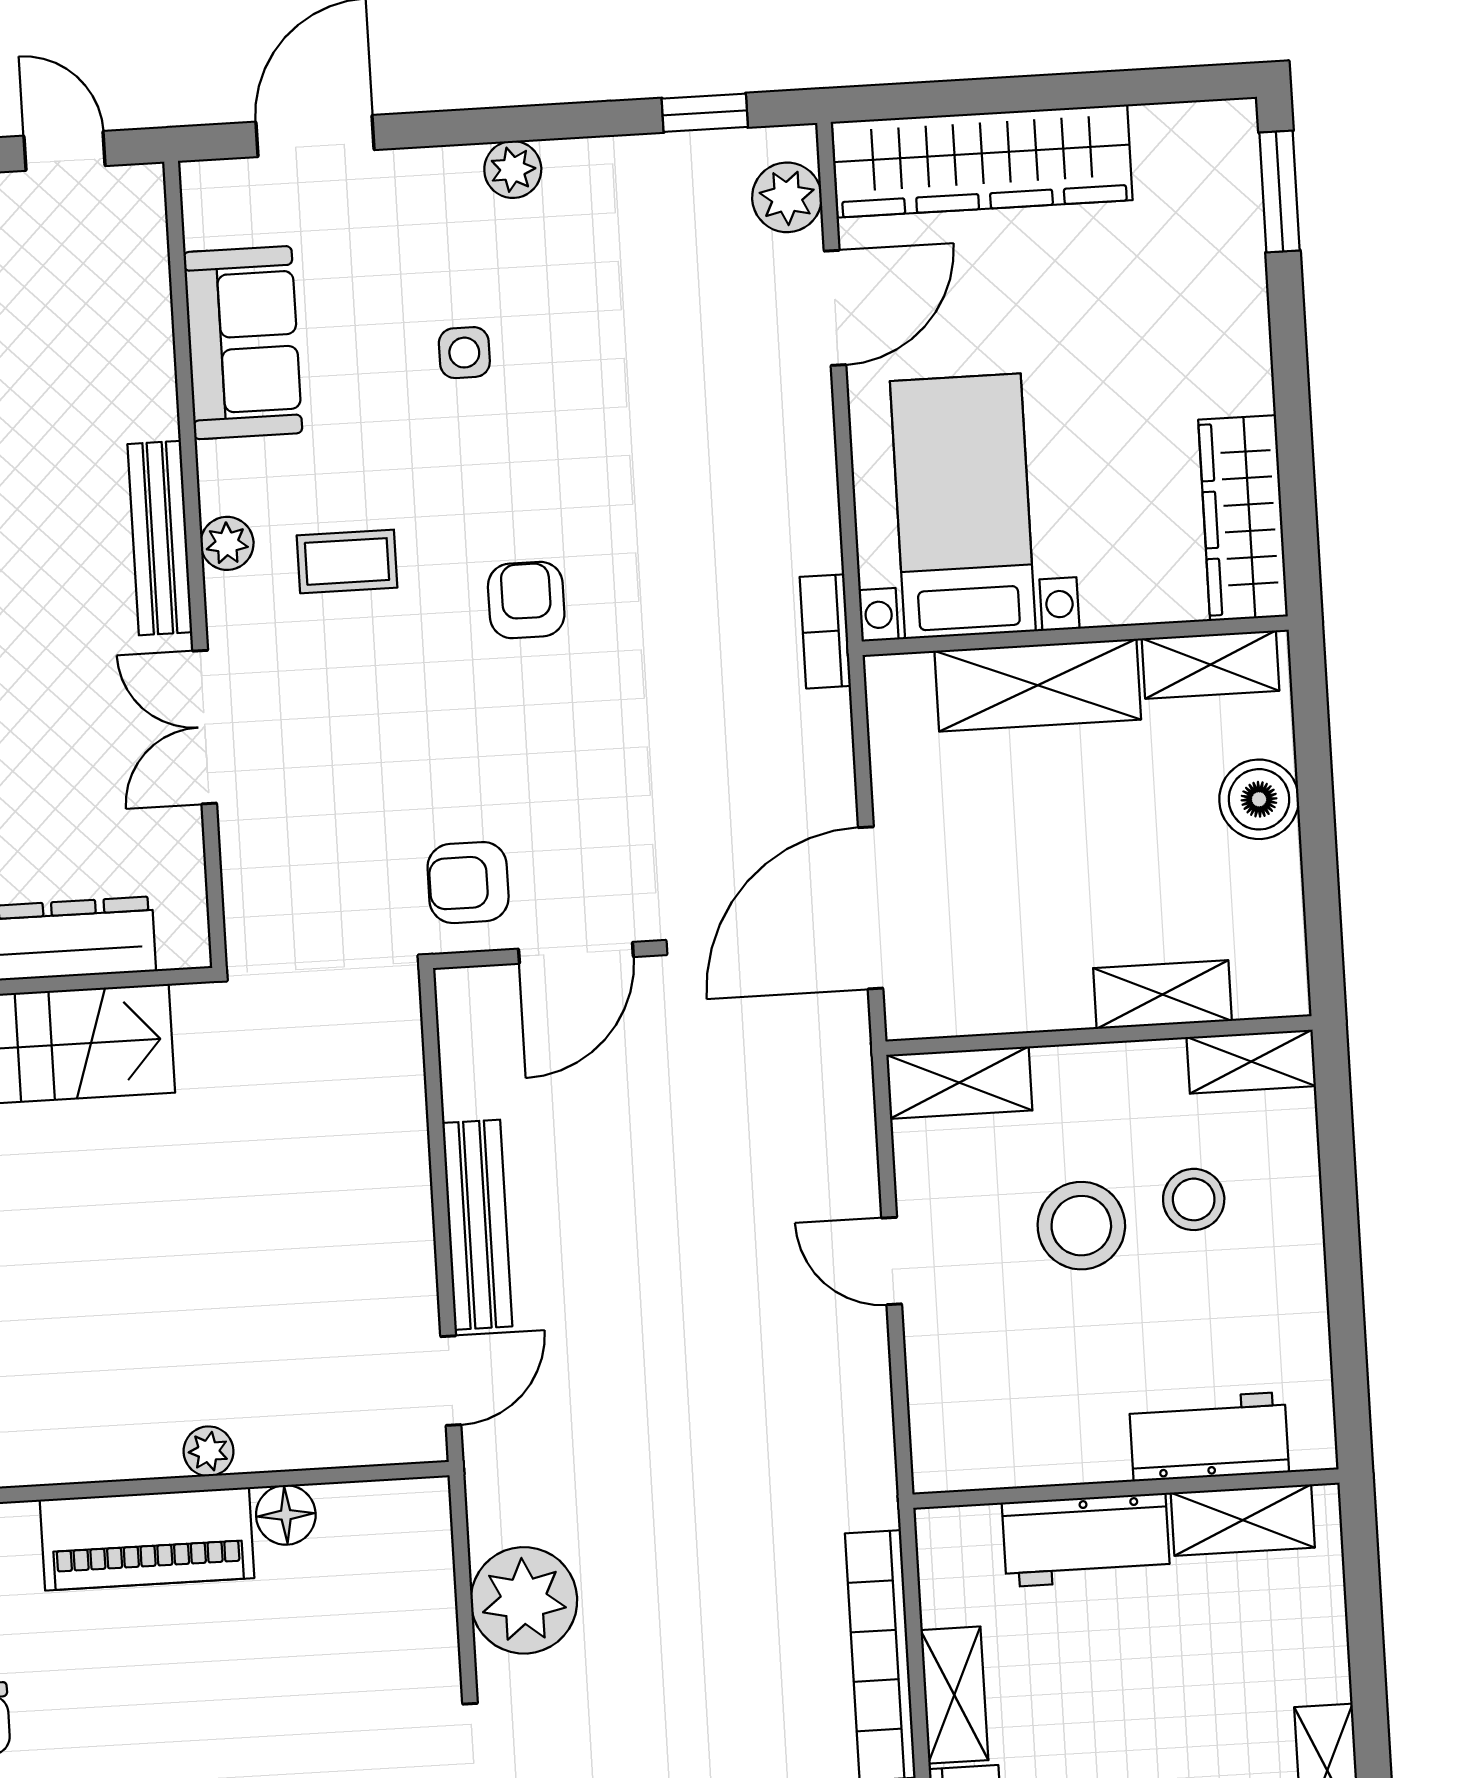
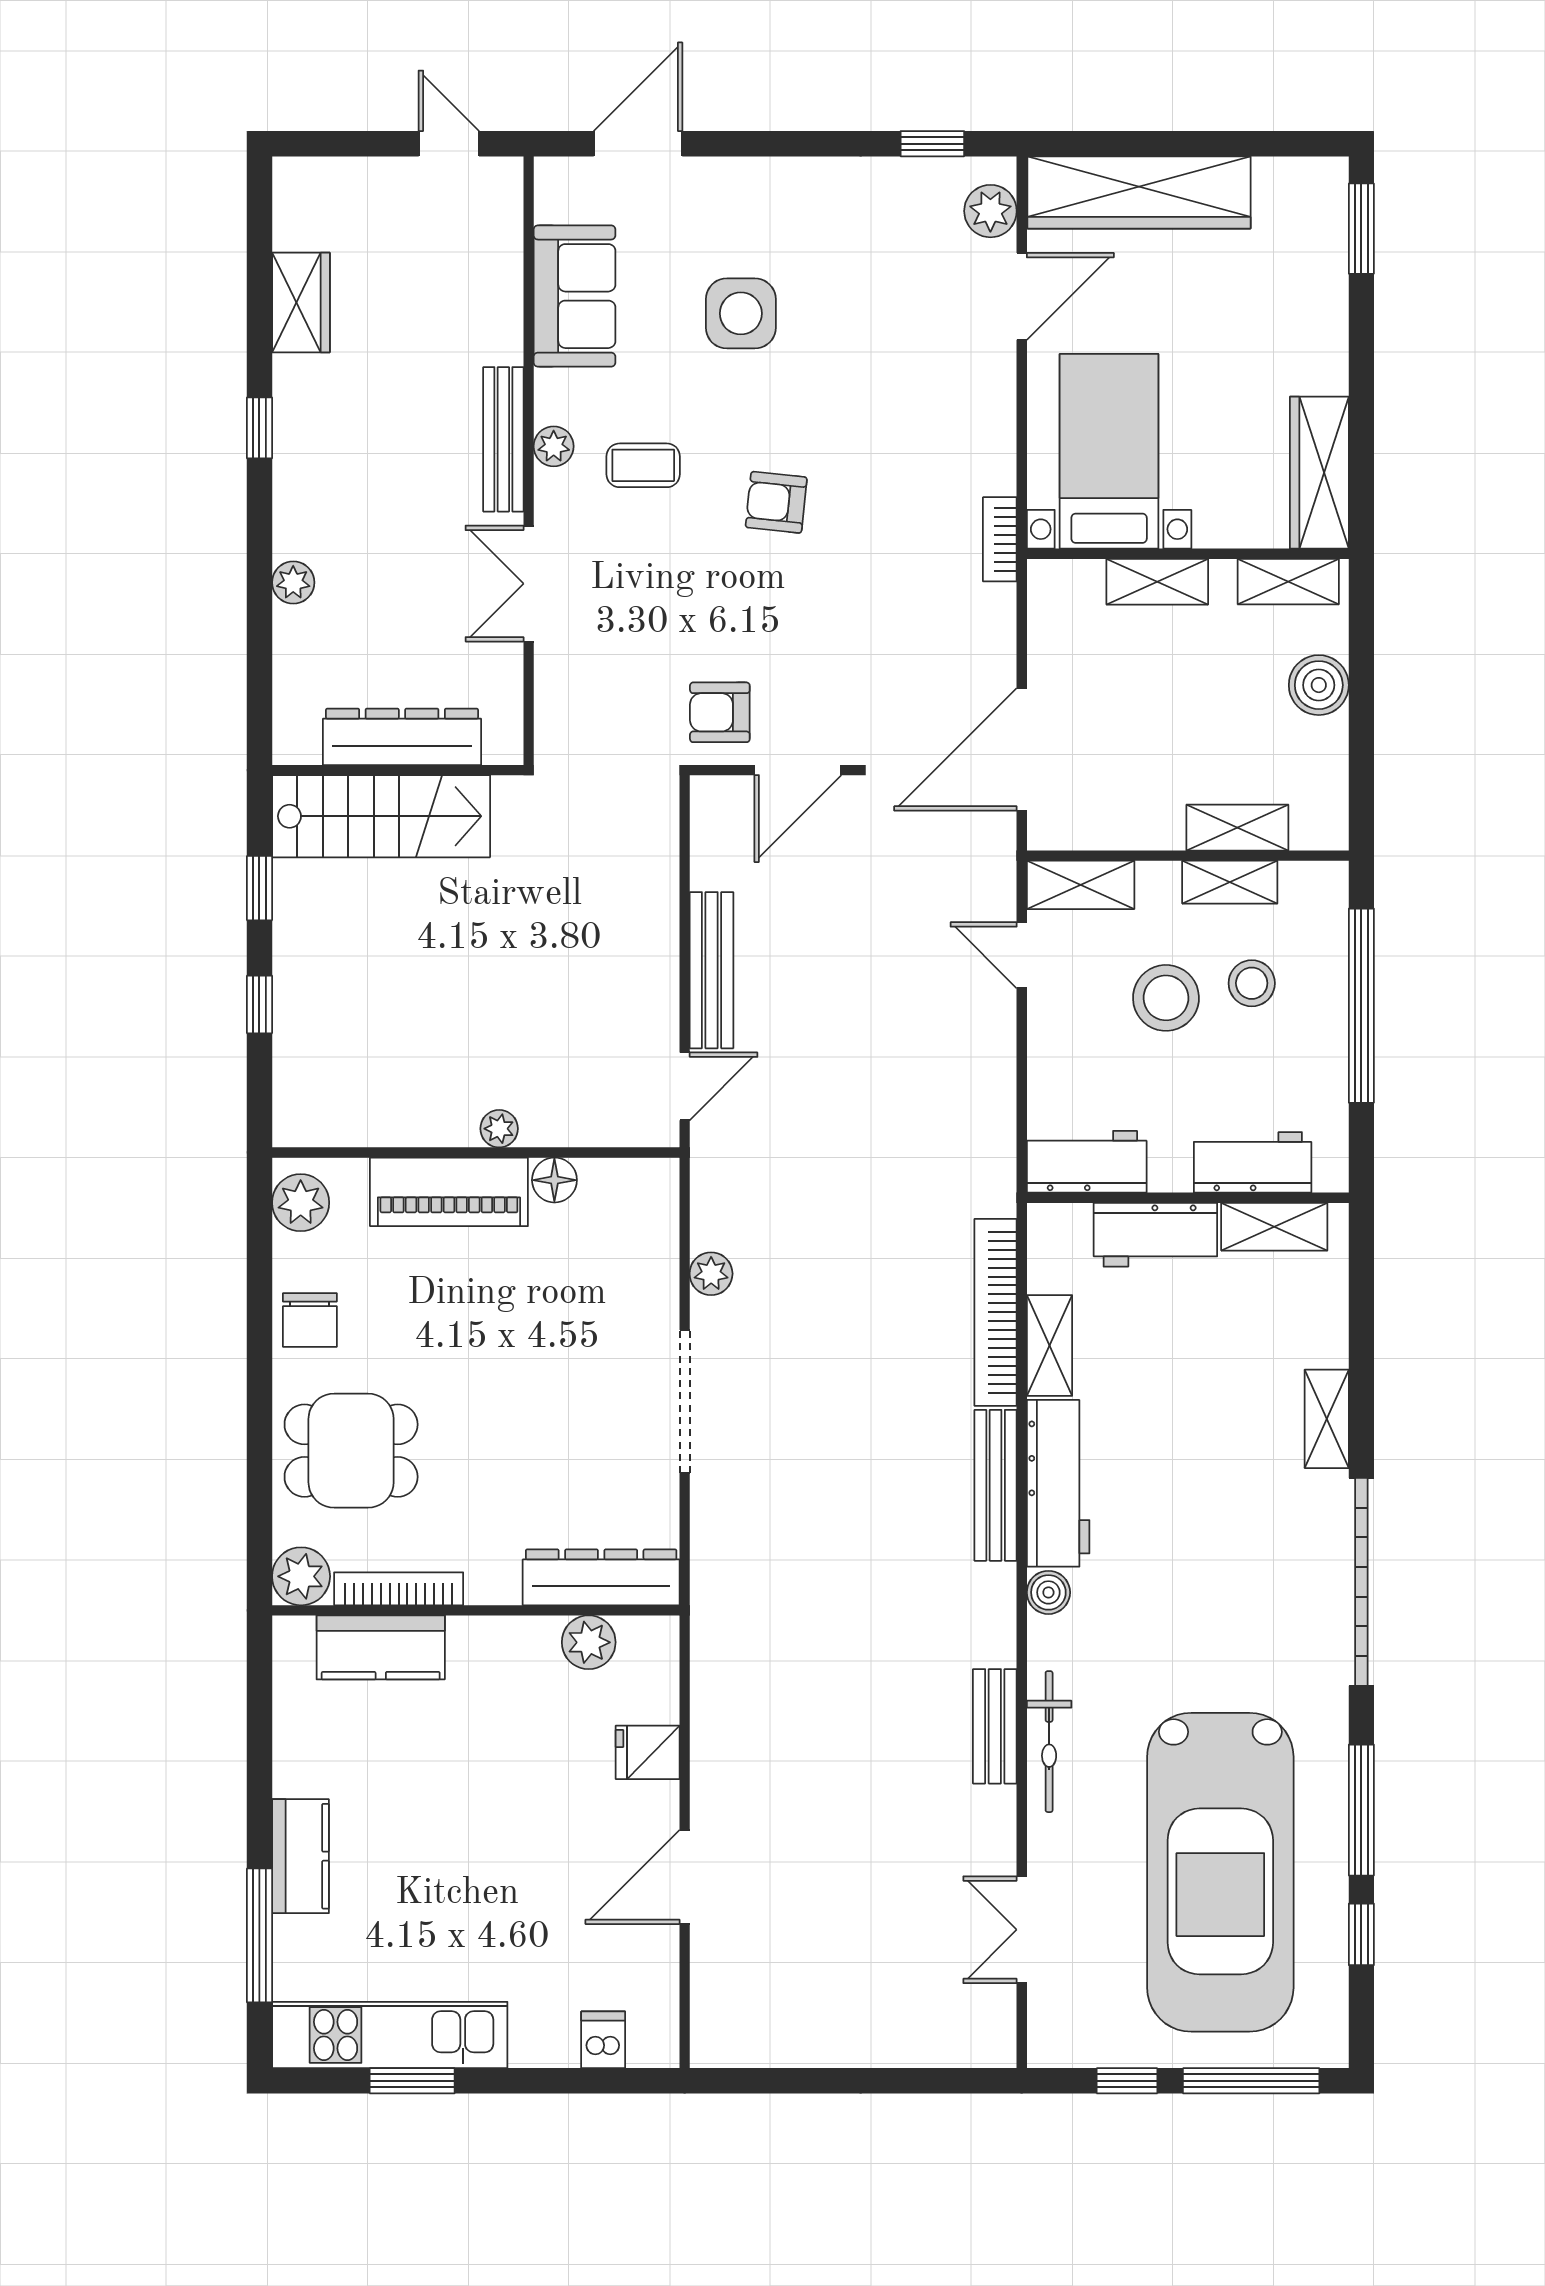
plant: (513, 169) -> (785, 178), removed
side table: (464, 353) -> (741, 313), width x1.87, depth x1.87
armchair: (526, 600) -> (776, 502), turned -84
shelving: (1038, 685) -> (1157, 582), width x0.67, depth x0.75
shelving: (1251, 1062) -> (1230, 882), moved
window: (1341, 1221) -> (1361, 1006), added
door: (892, 1261) -> (1022, 955), moved
workbench: (989, 1449) -> (1087, 1162), added
plant: (524, 1600) -> (711, 1274), width x0.53, depth x0.53

